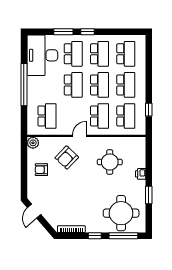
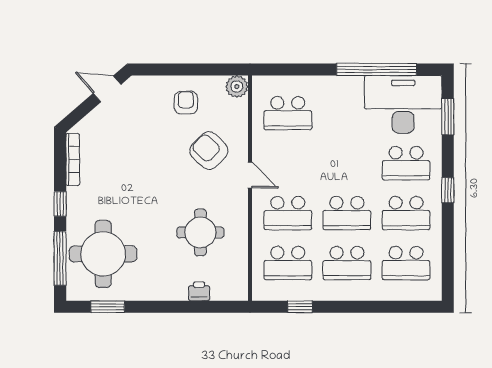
window: (63, 32) -> (448, 117), moved
window: (24, 85) -> (377, 69), moved
school desk: (73, 85) -> (347, 163), removed
printer: (141, 174) -> (199, 291), moved
window: (149, 195) -> (108, 307), moved

